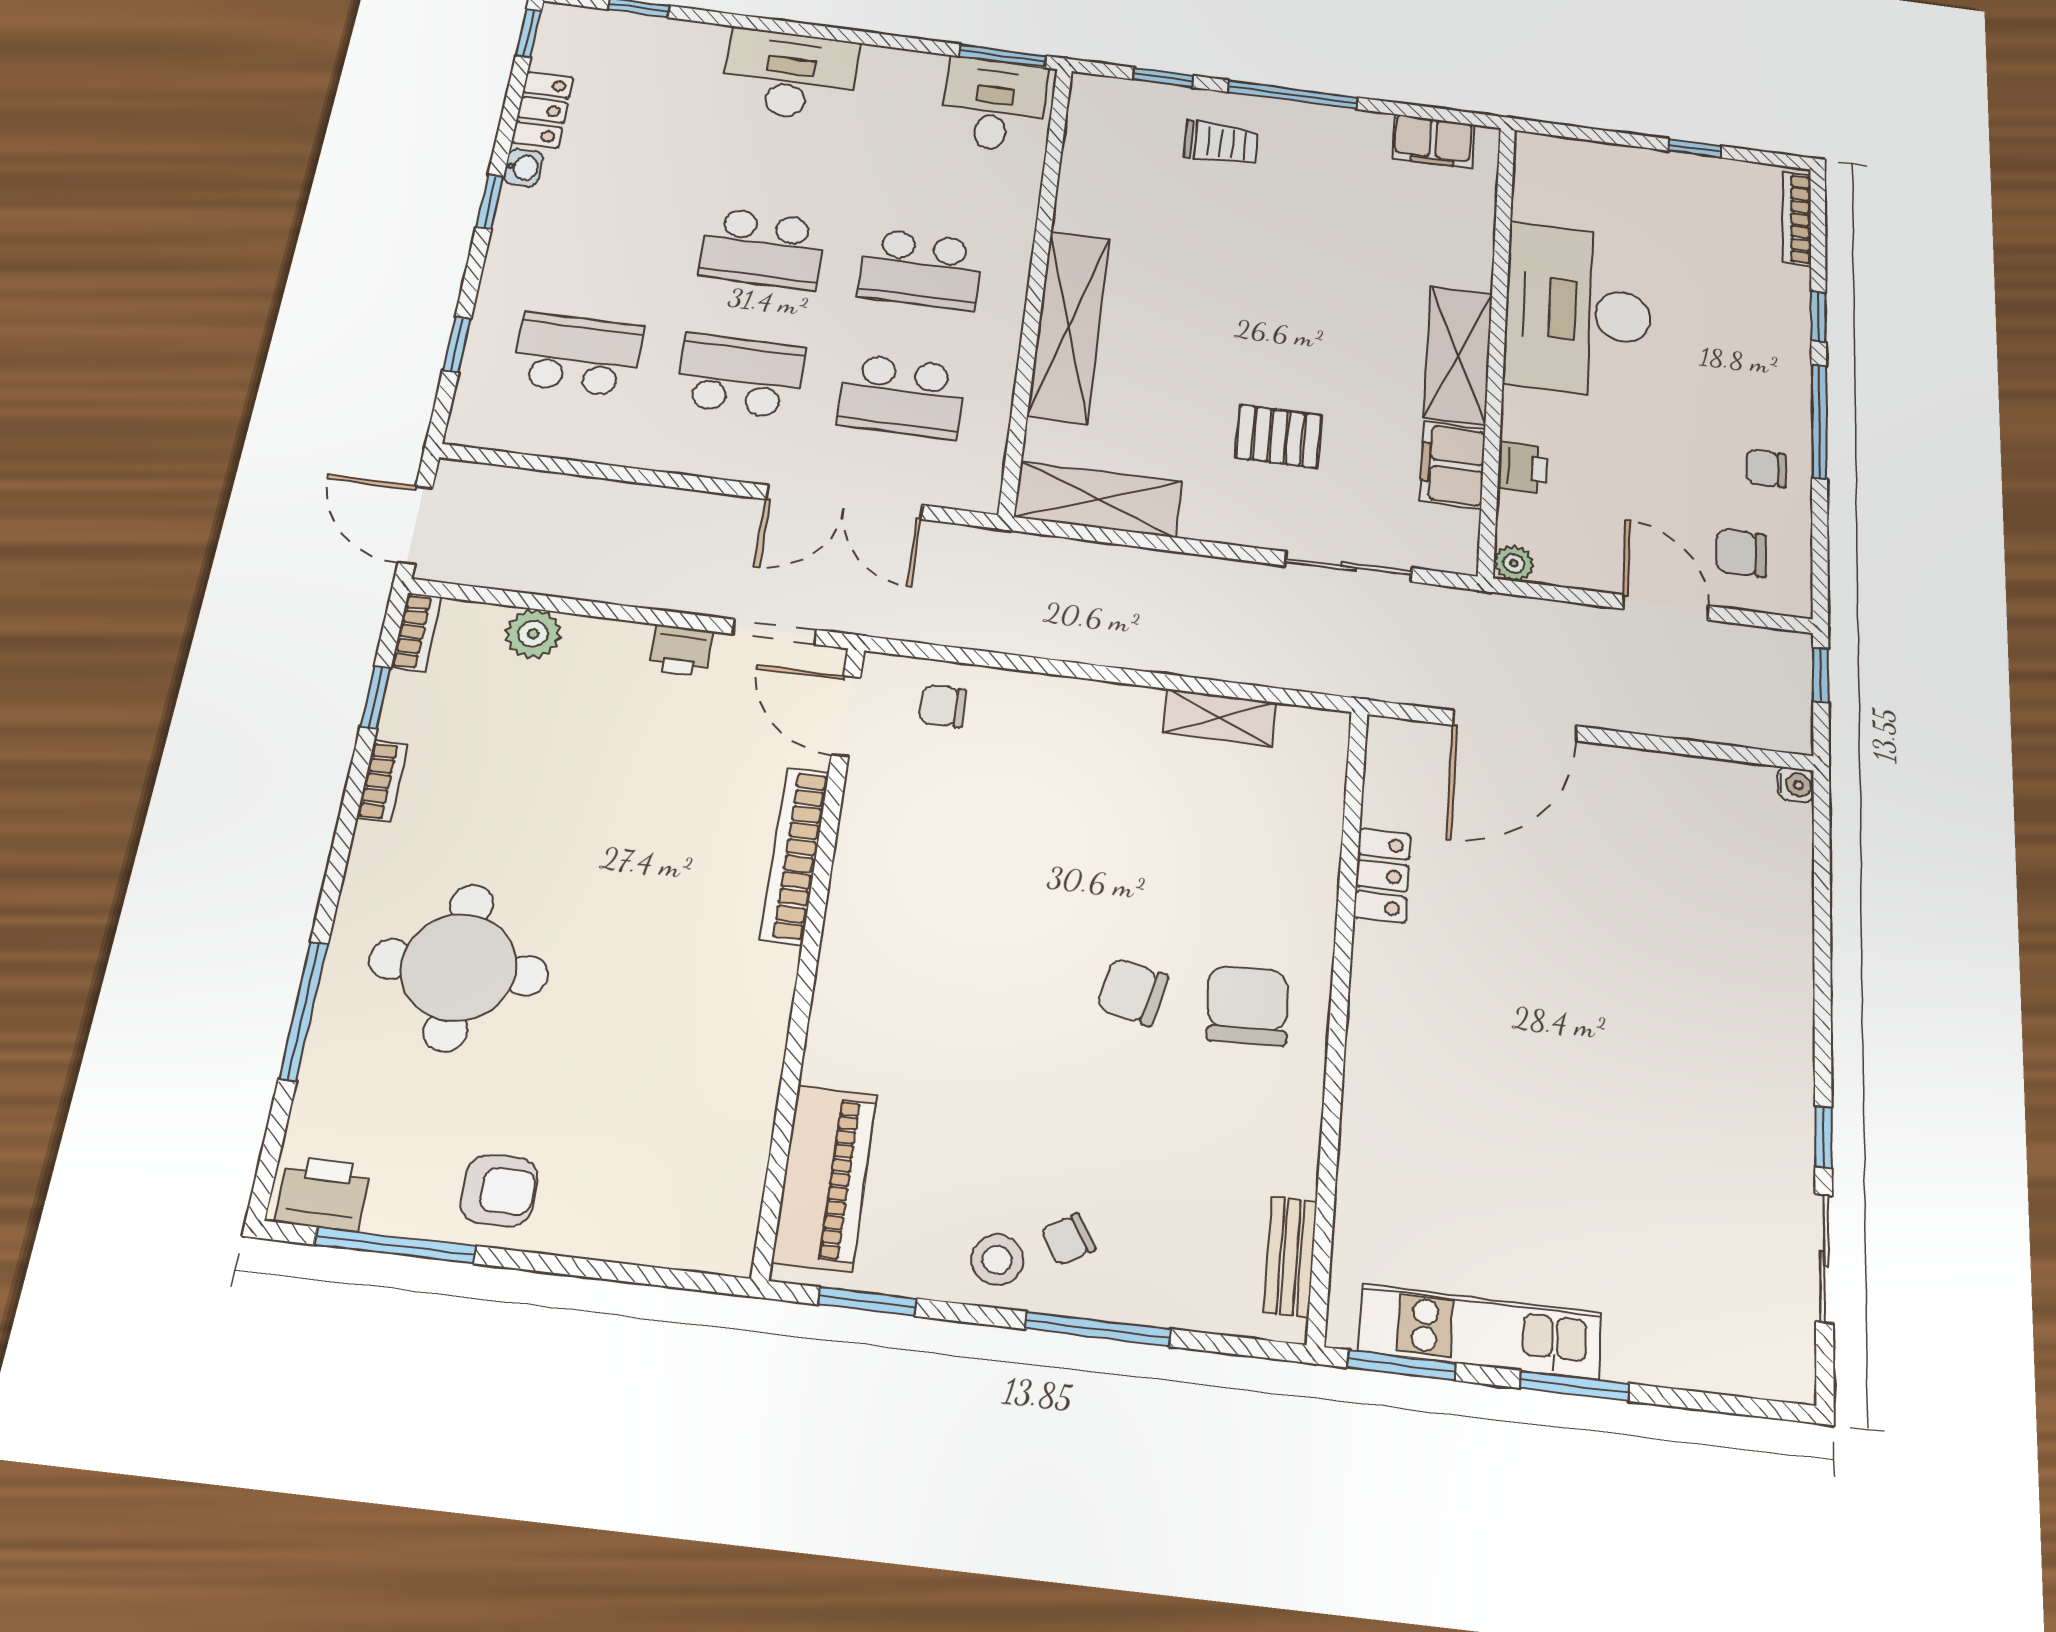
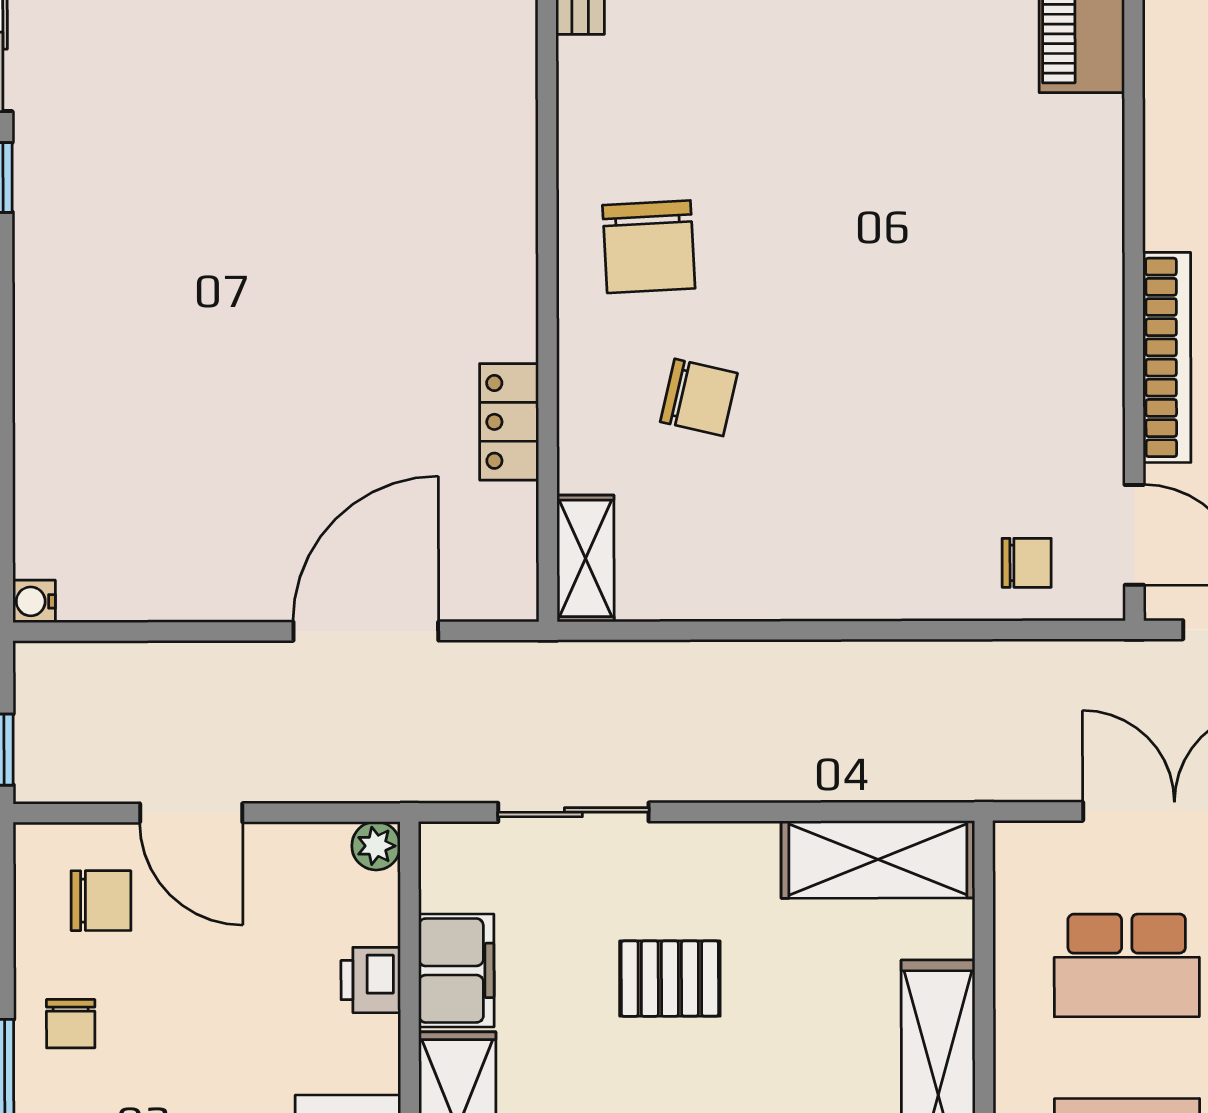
school desk: (902, 397) -> (1127, 965), turned 180
chair: (1766, 468) -> (71, 1024), turned 90
shelving: (1219, 718) -> (585, 558), moved, turned 90
chair: (1132, 992) -> (699, 397), moved

